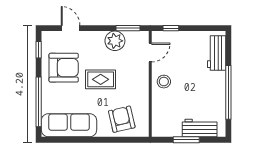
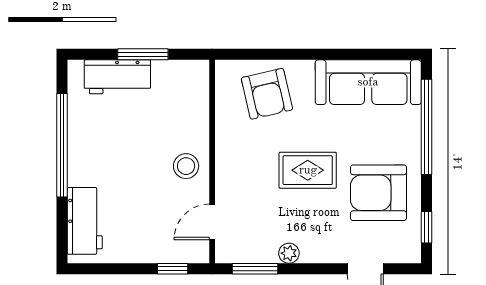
plant: (115, 41) -> (289, 253), width x0.53, depth x0.53

